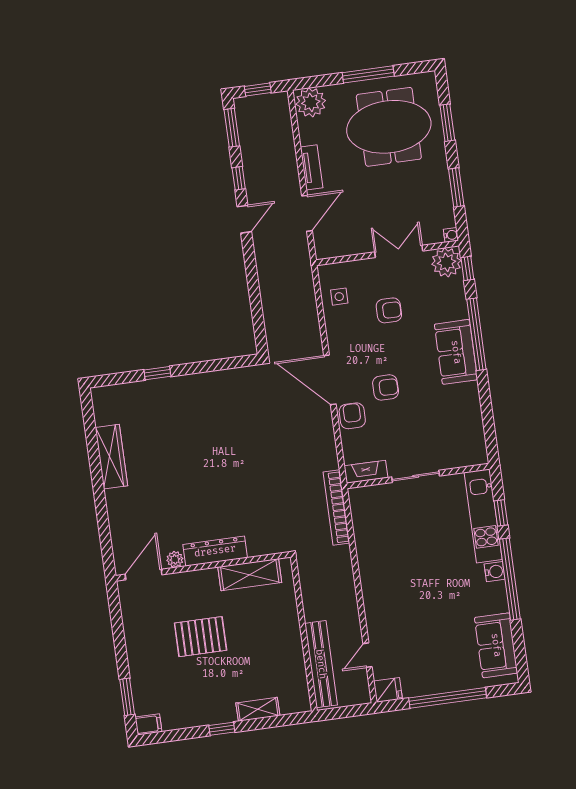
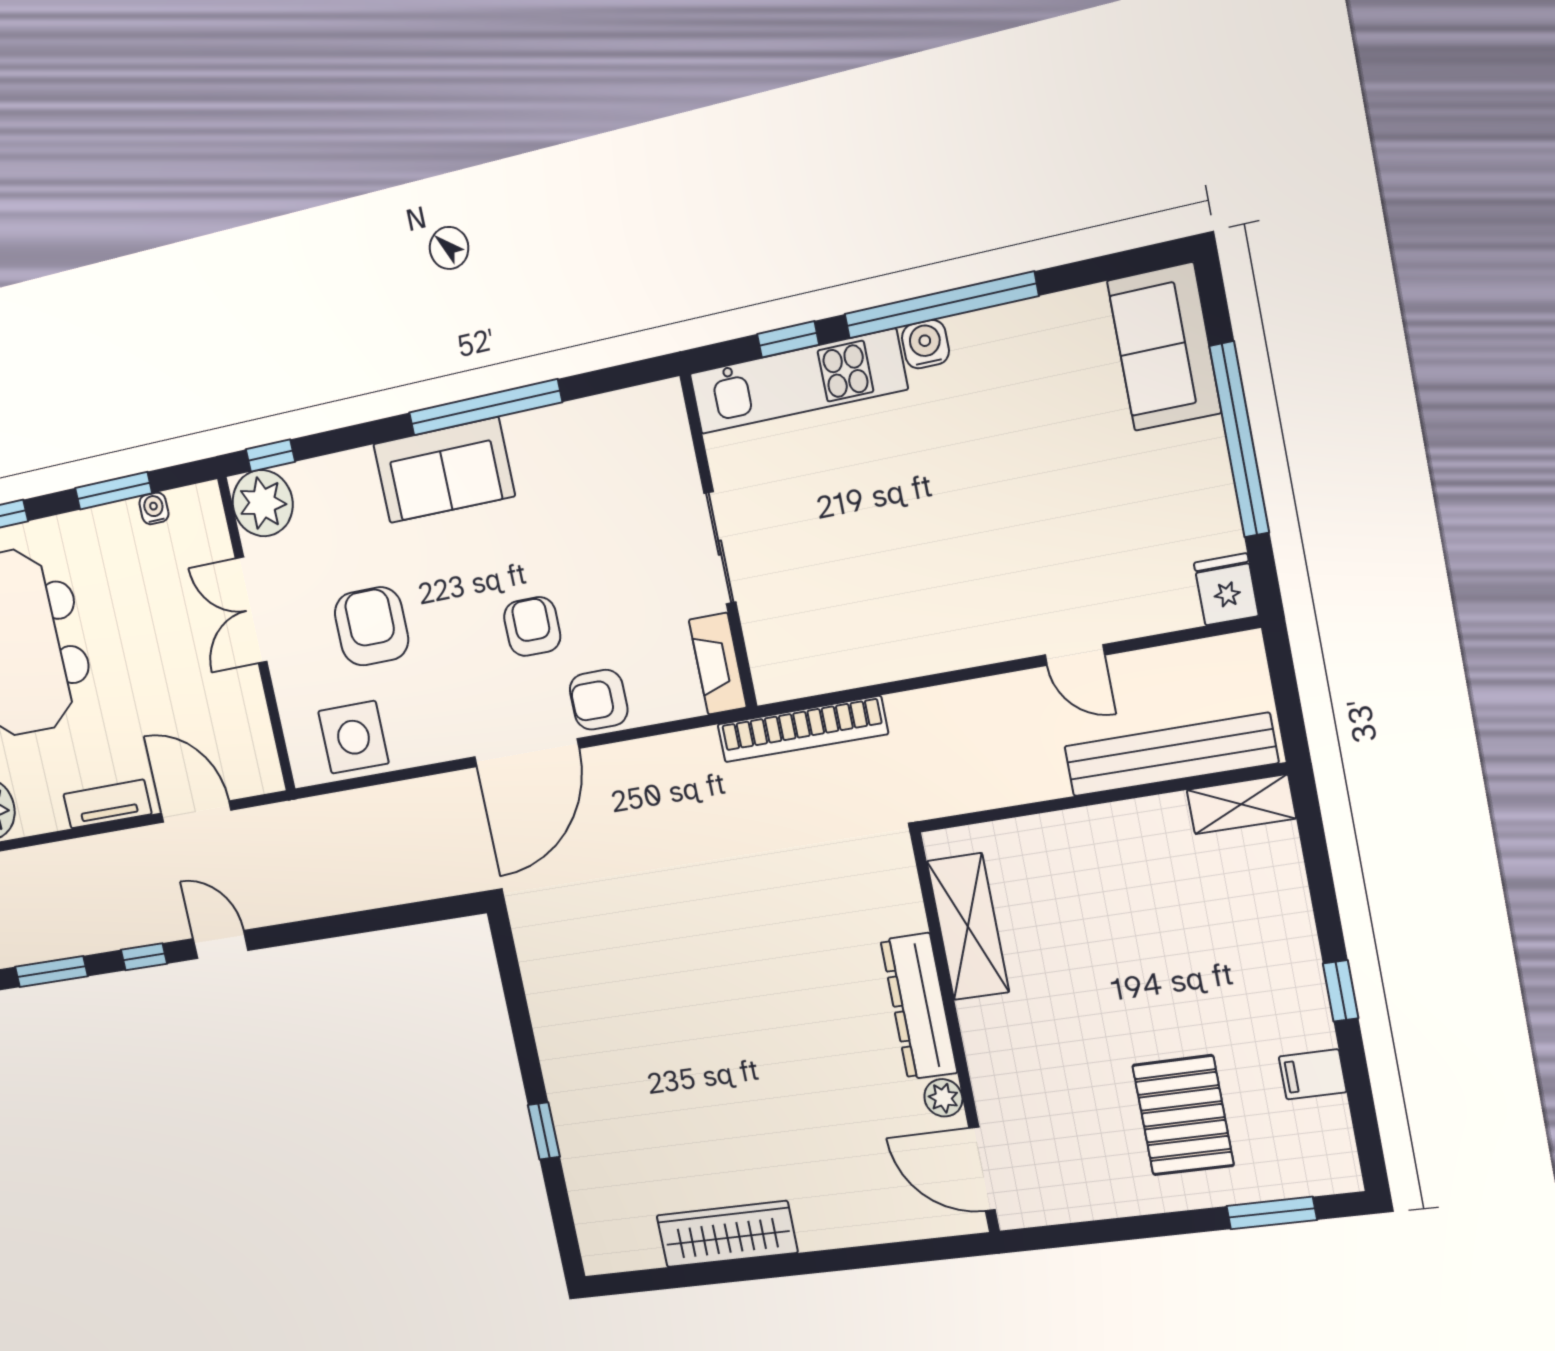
water cooler: (451, 235) -> (154, 508), moved
side table: (339, 297) -> (353, 737), width x1.87, depth x1.87
armchair: (389, 310) -> (372, 626), width x1.38, depth x1.38
window: (476, 334) -> (485, 407), moved
pallet: (201, 637) -> (1183, 1115), moved
sofa: (496, 645) -> (1164, 347), moved, turned 90
door: (368, 655) -> (1075, 655), moved
shelving: (258, 709) -> (1241, 804), moved, turned 90
filing cabinet: (148, 724) -> (1313, 1074), moved, turned -90

